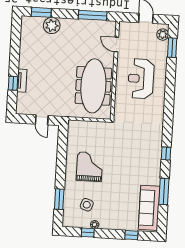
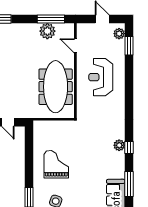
plant: (52, 26) -> (47, 31), moved
plant: (156, 151) -> (119, 145), added

